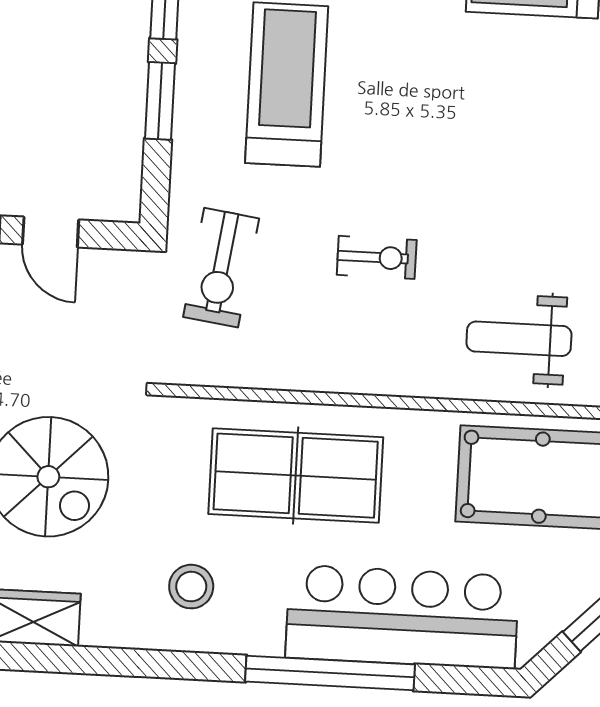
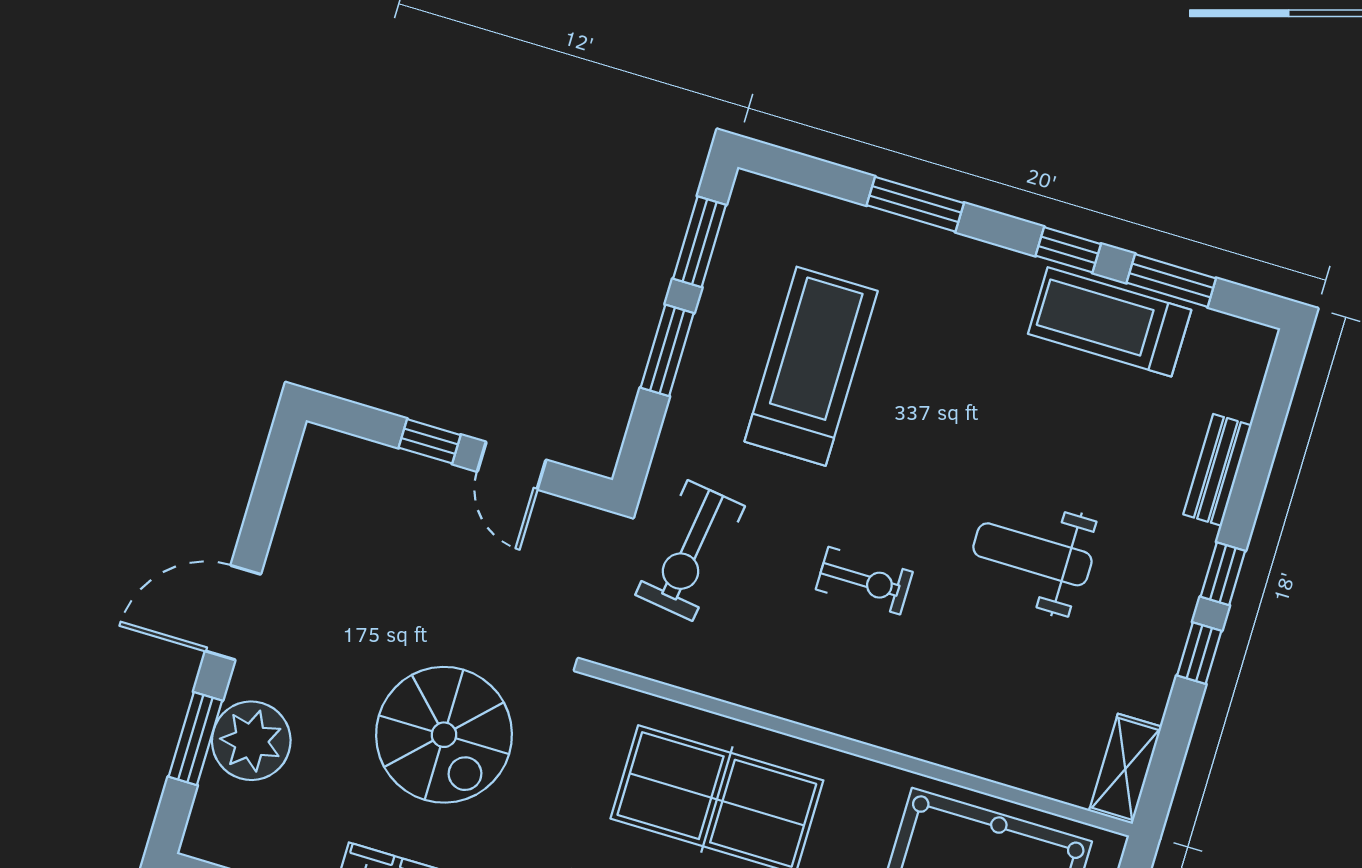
weight bench: (519, 339) -> (1032, 554), moved

